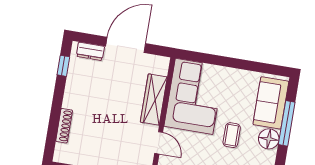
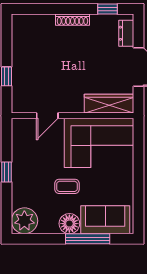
wardrobe: (154, 99) -> (109, 104), moved
shoe rack: (64, 126) -> (72, 20), moved

